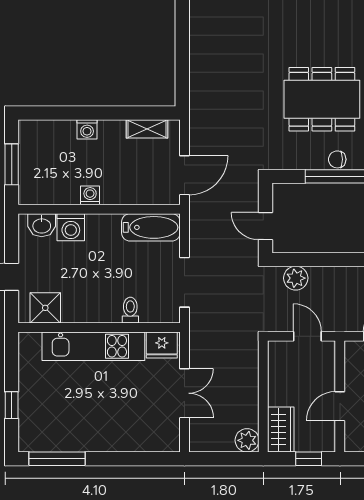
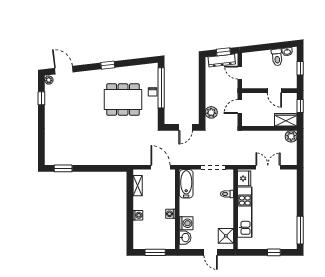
dining table: (322, 99) -> (123, 100), turned 90

